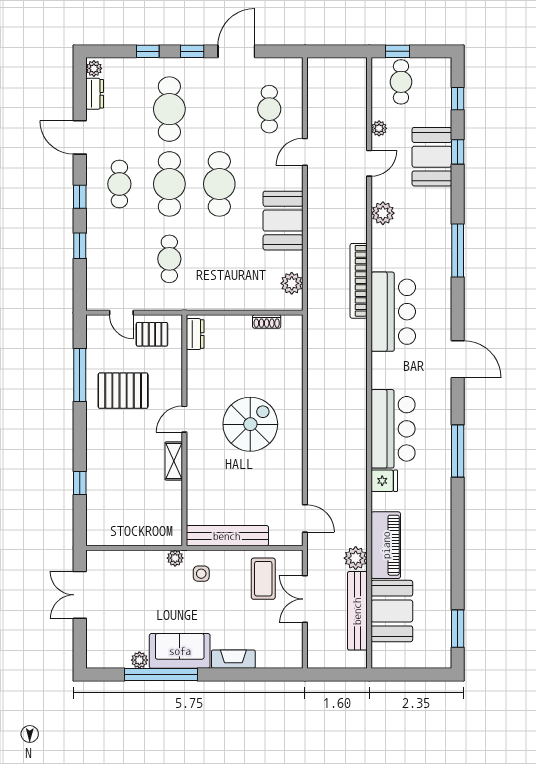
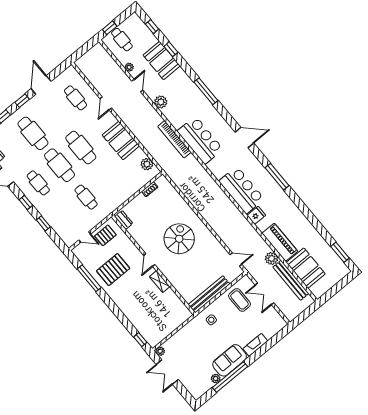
window: (80, 483) -> (140, 340), moved
plant: (175, 558) -> (160, 351), moved

